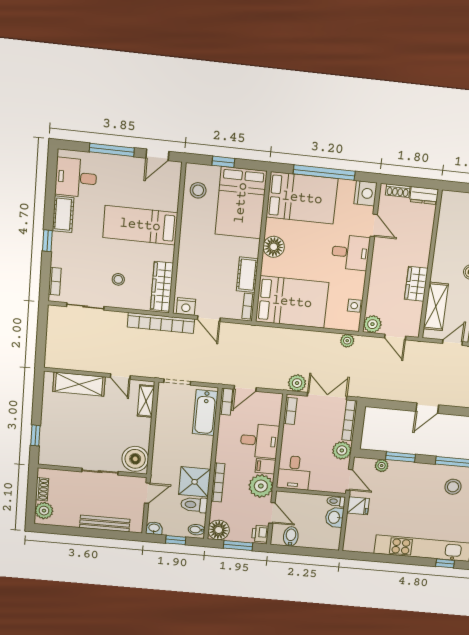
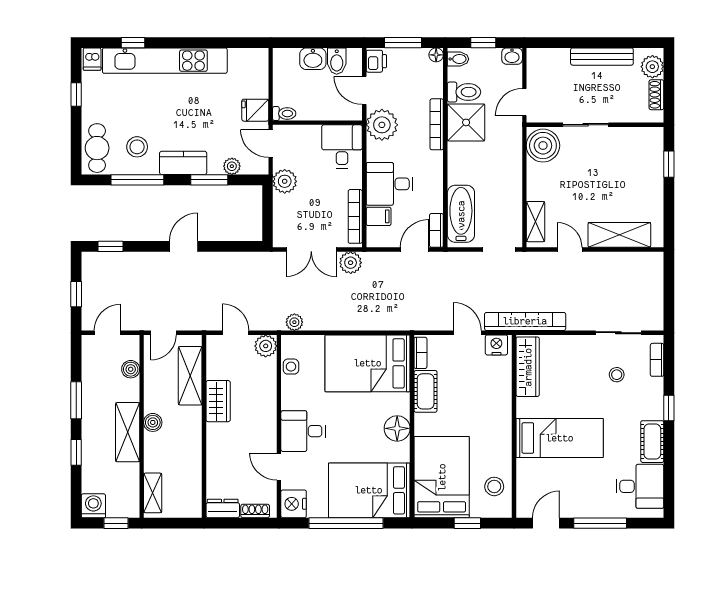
stool: (118, 279) -> (617, 375), moved
bookcase: (290, 411) -> (355, 216), width x1.56
bookcase: (350, 420) -> (279, 221), removed
filing cabinet: (266, 466) -> (379, 216), moved
kitchen counter: (419, 472) -> (183, 163), added
washbasin: (334, 517) -> (313, 59), moved, turned 90
bench: (105, 523) -> (602, 57), moved
floor lamp: (219, 530) -> (436, 55), width x0.53, depth x0.53

